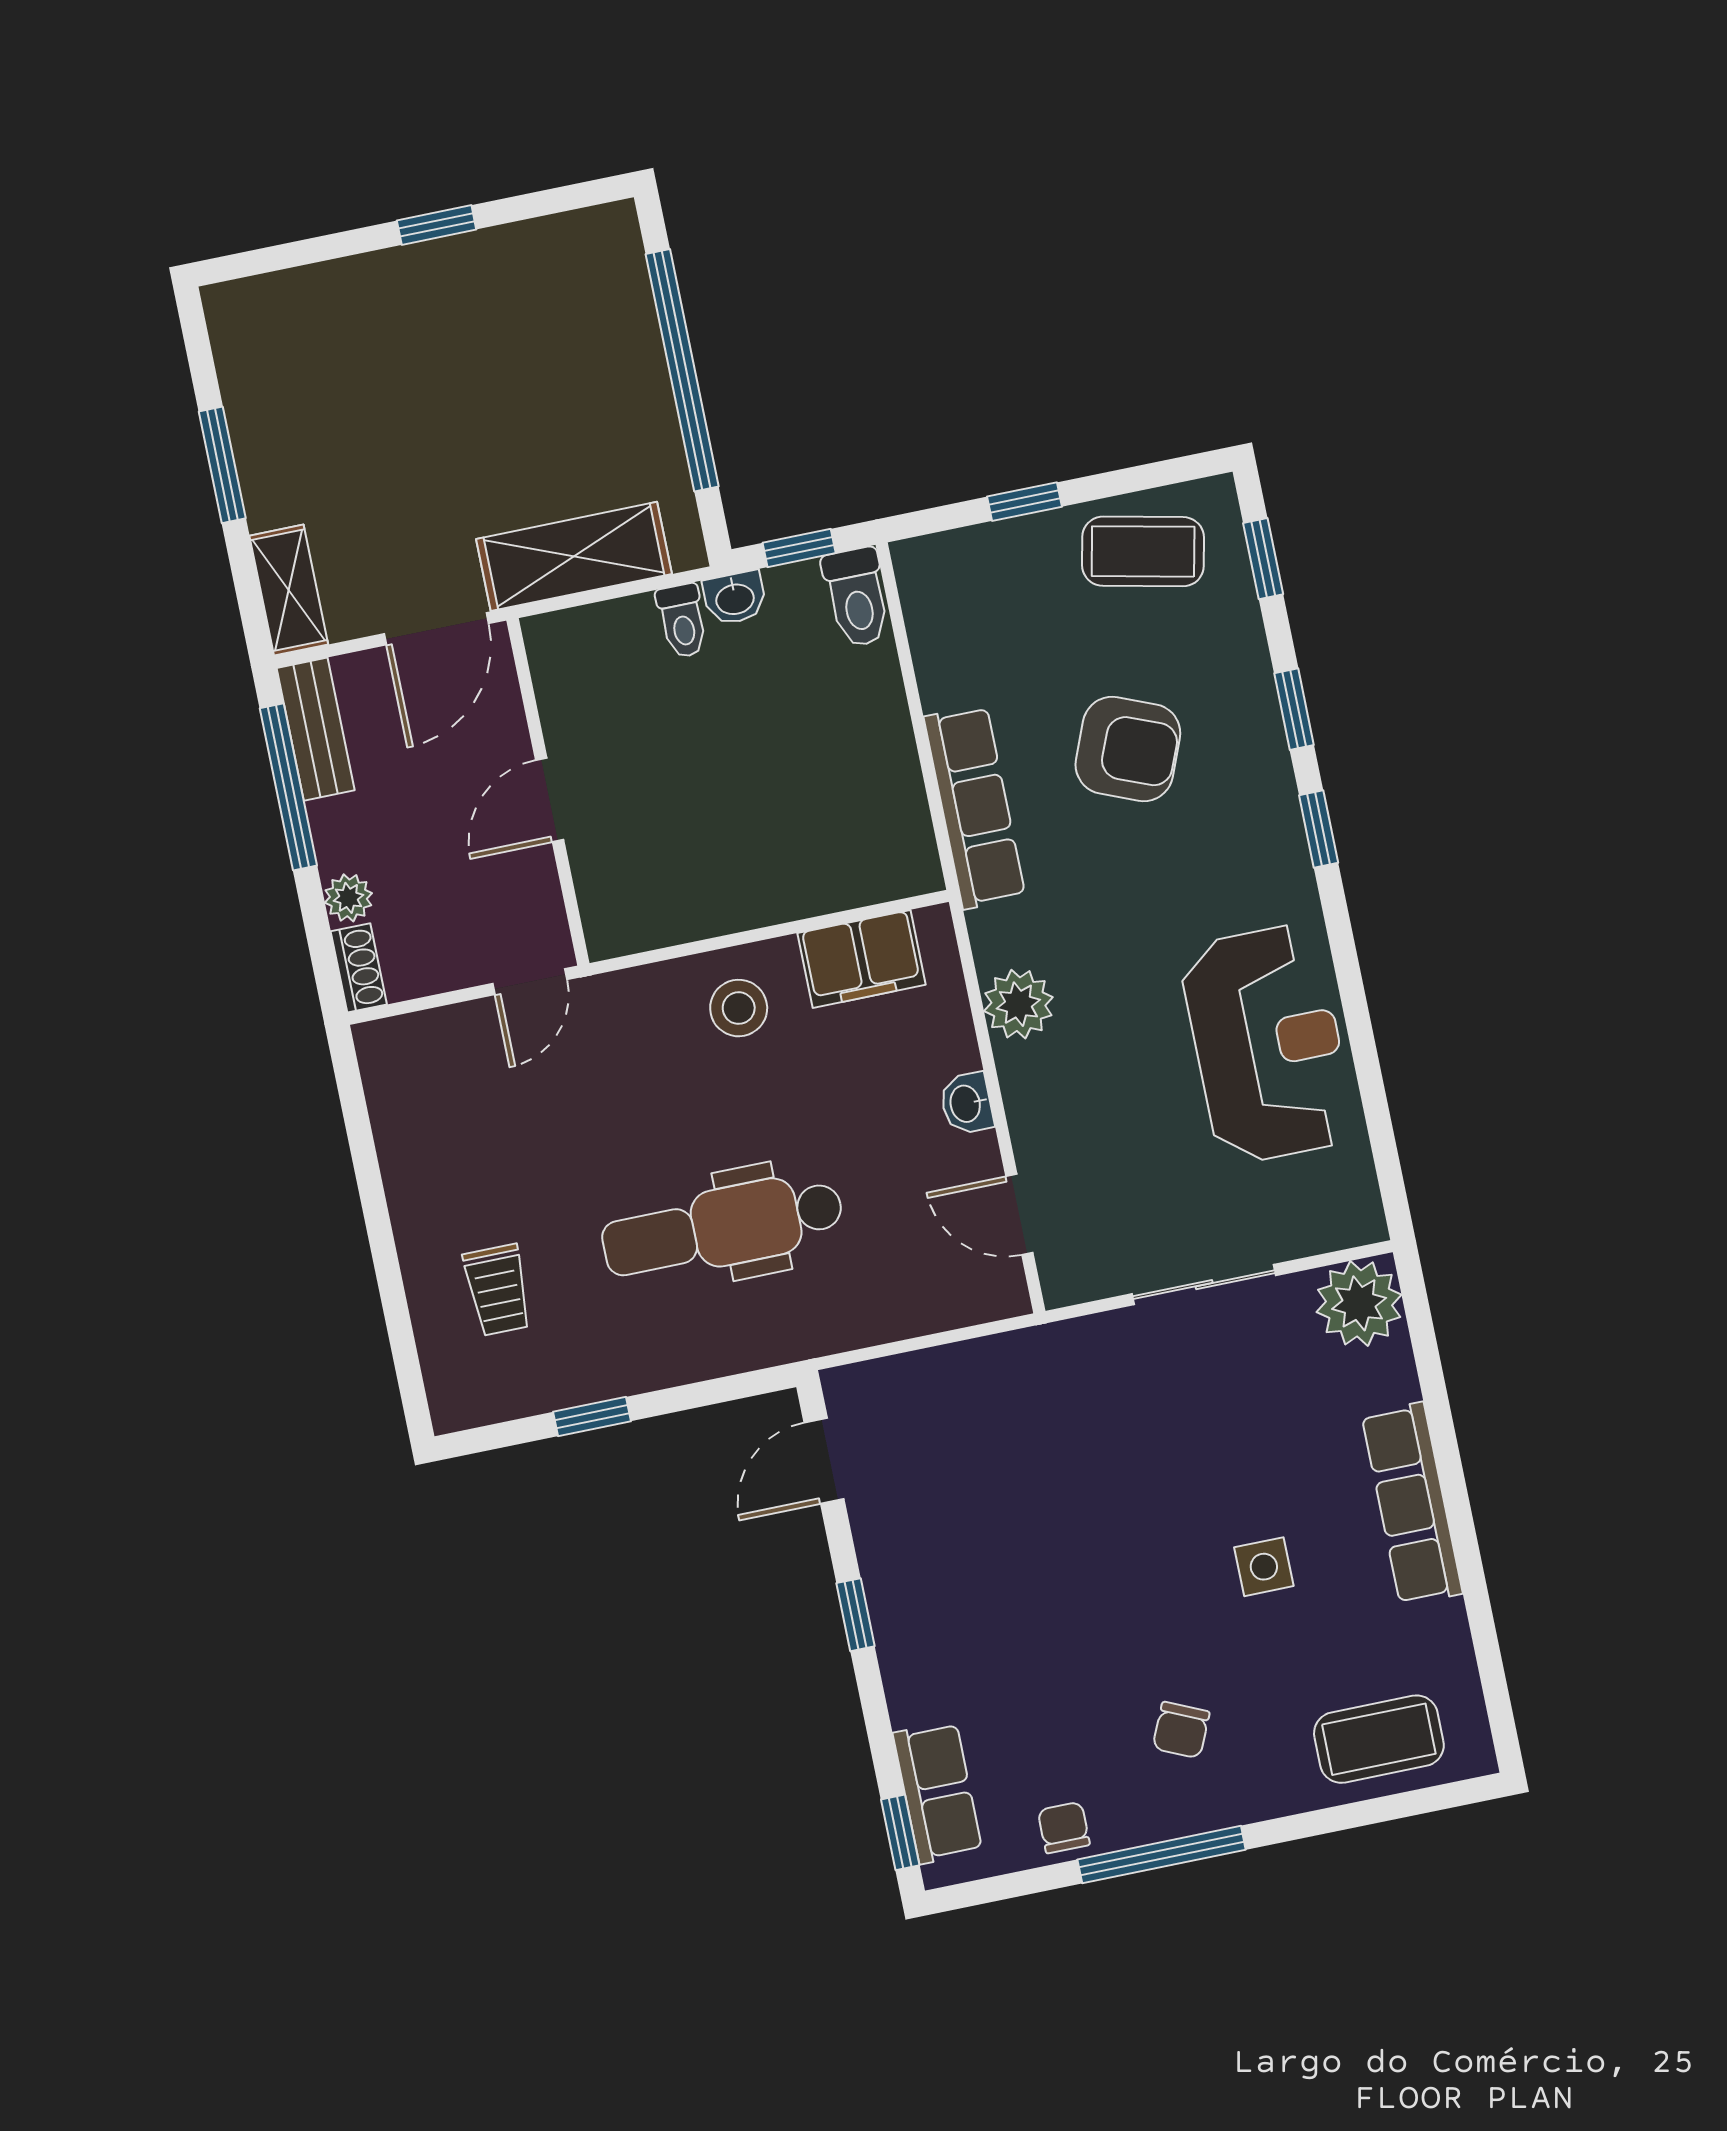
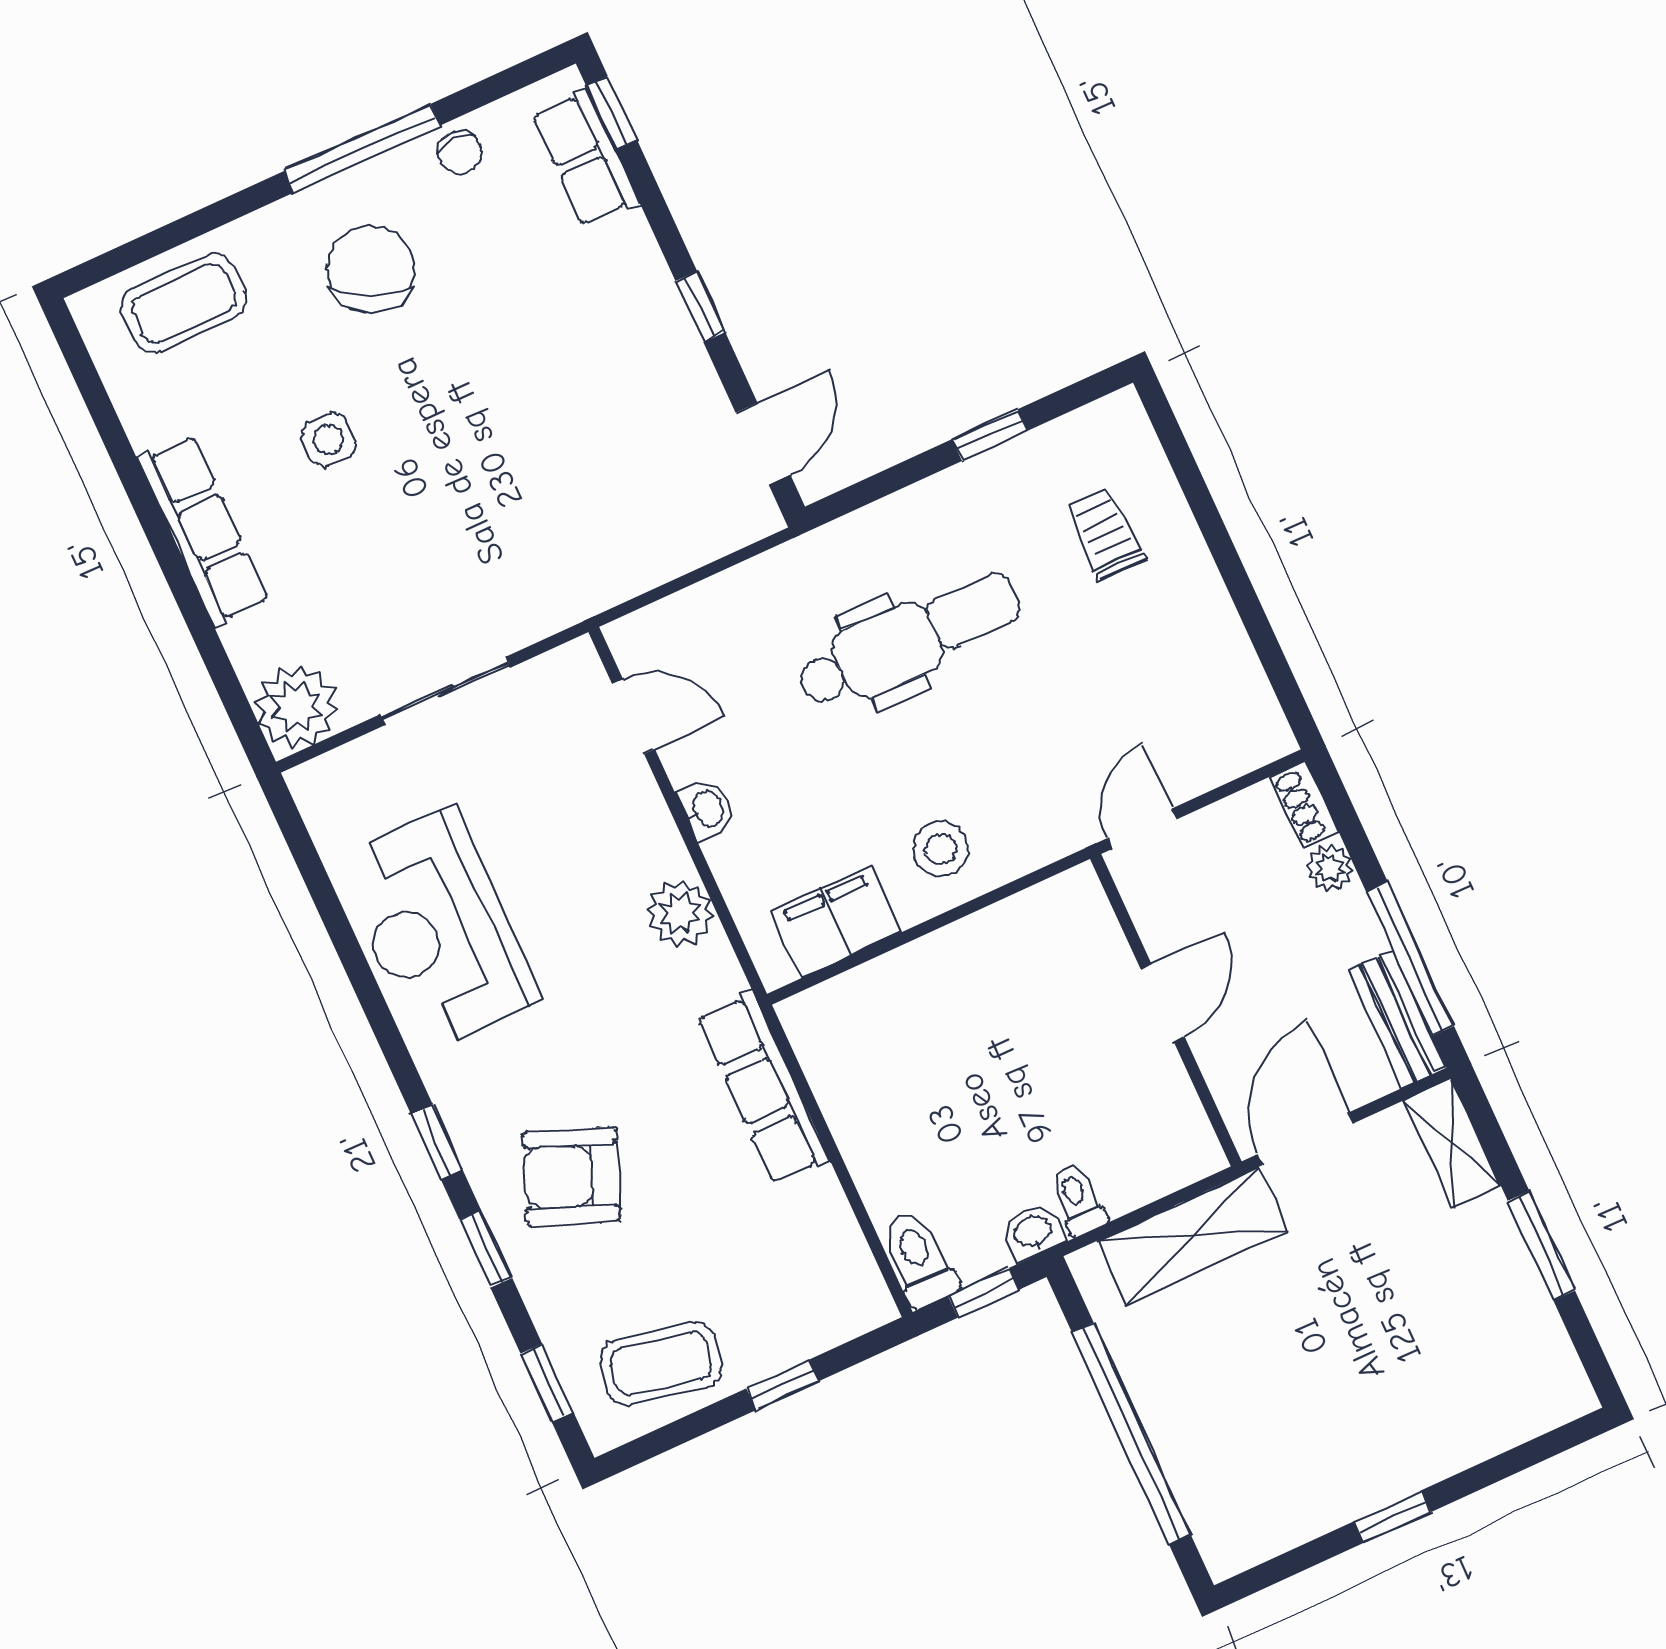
armchair: (1128, 749) -> (571, 1176), moved
chair: (1181, 1730) -> (371, 269), width x1.87, depth x1.87

